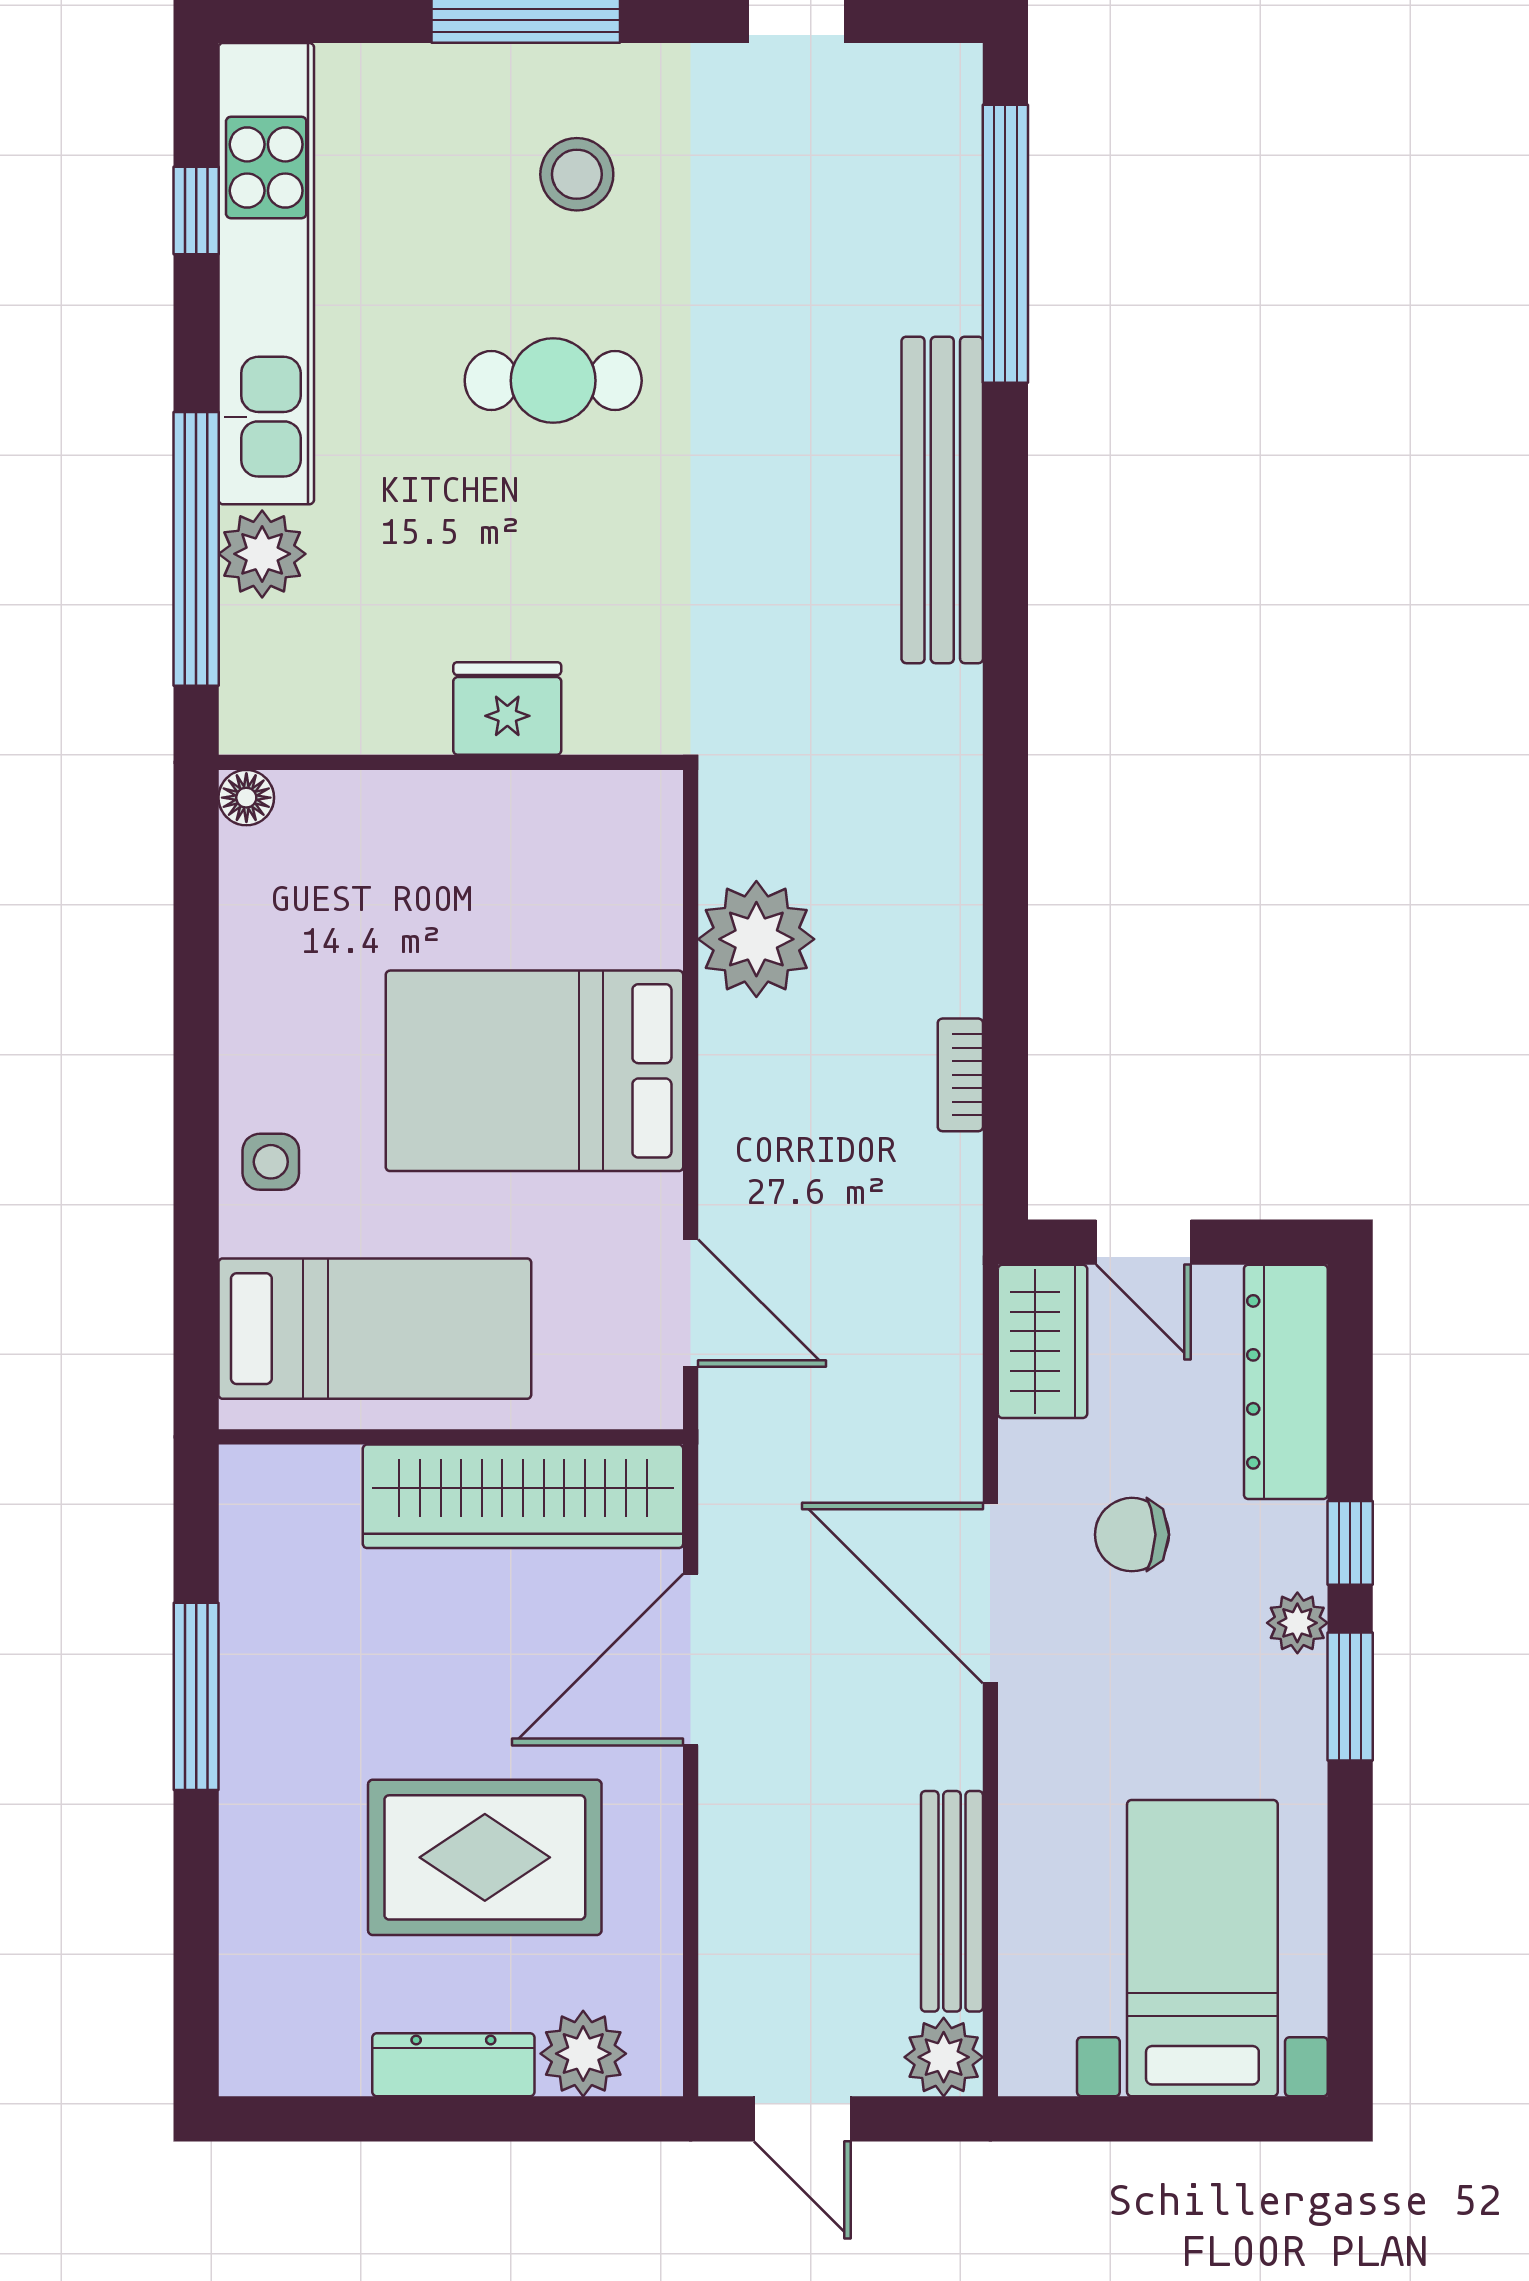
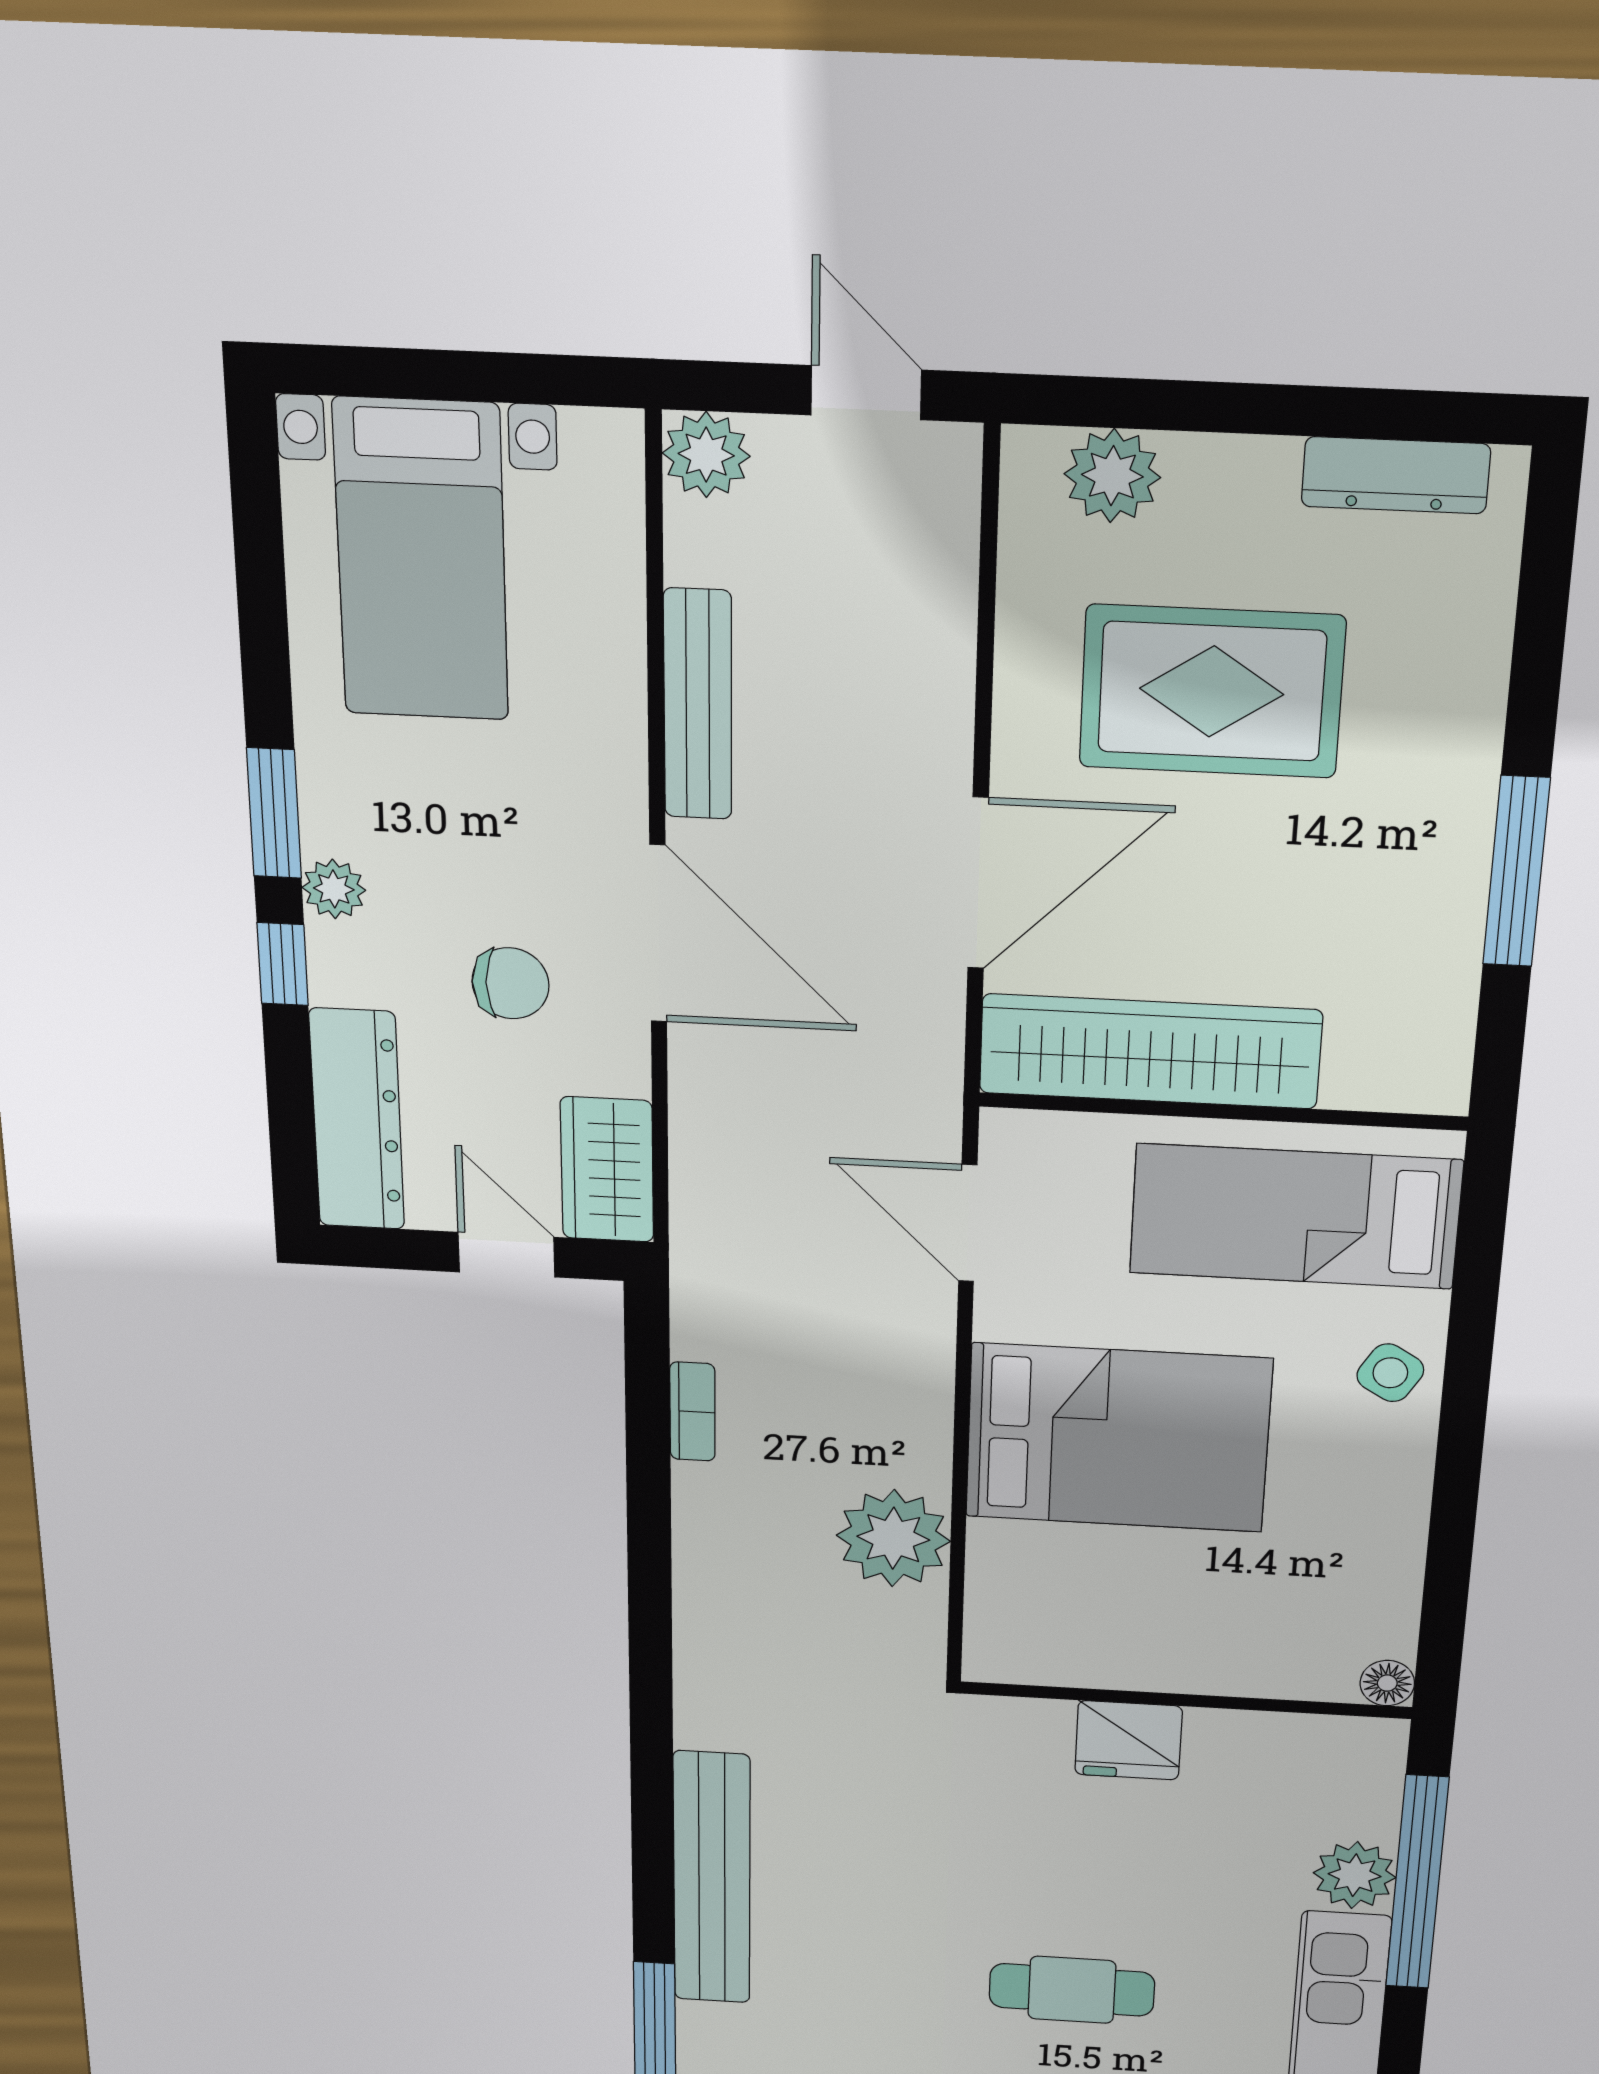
side table: (271, 1162) -> (1390, 1373), turned 31
bench: (952, 1901) -> (698, 705), moved
dresser: (453, 2065) -> (1396, 475), moved

